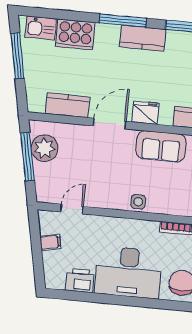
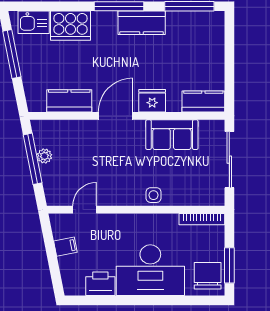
plant: (45, 148) -> (44, 156), width x0.53, depth x0.53

